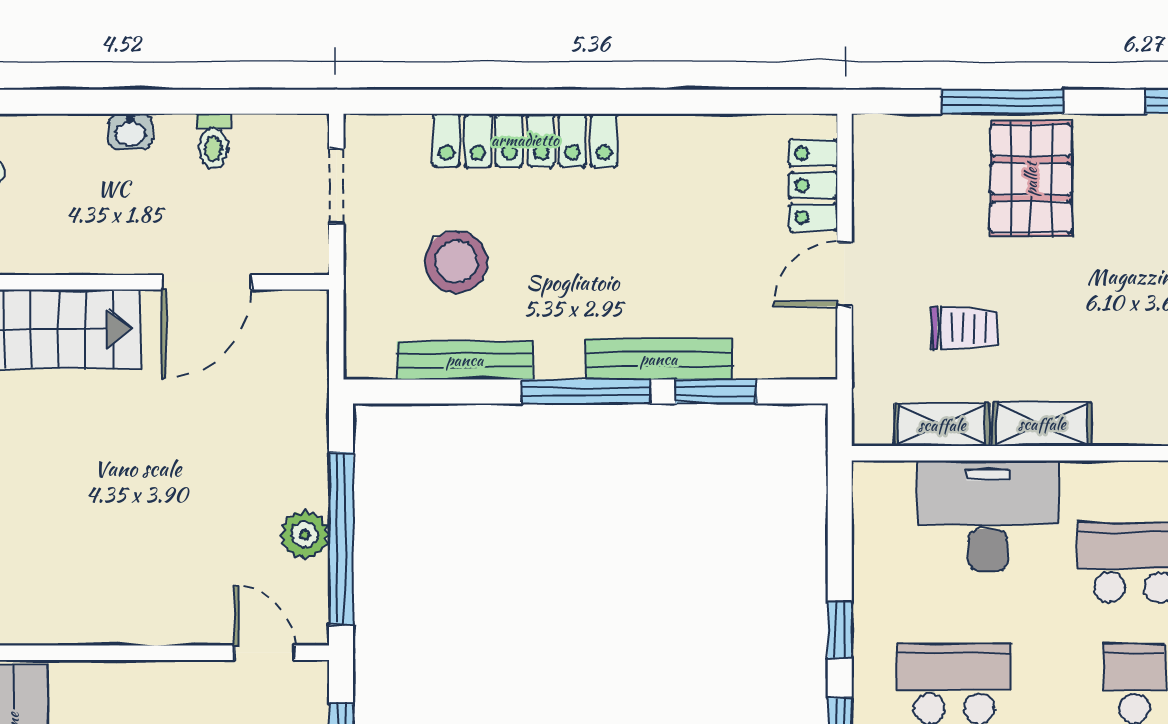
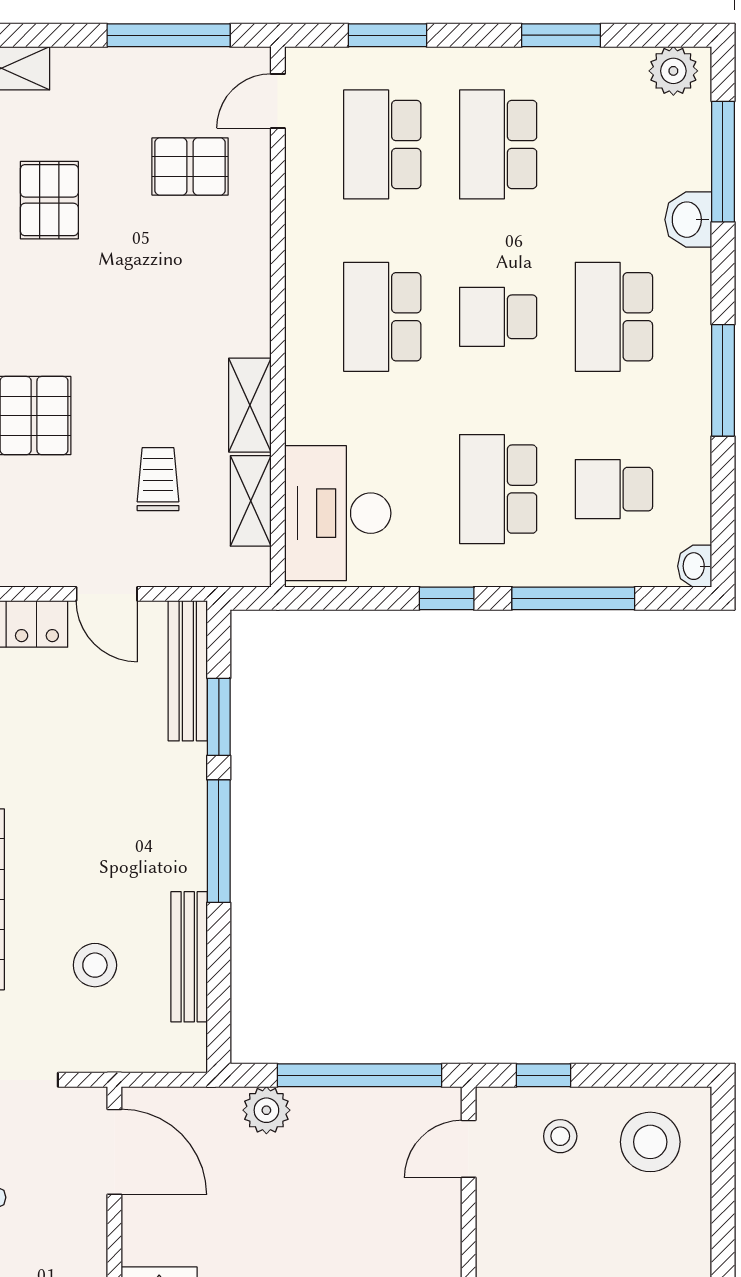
stool: (456, 262) -> (95, 965), width x0.73, depth x0.73
door: (206, 282) -> (114, 1152), moved
bench: (659, 359) -> (188, 671), moved
desk: (988, 516) -> (338, 513), moved
plant: (305, 535) -> (266, 1110), moved

